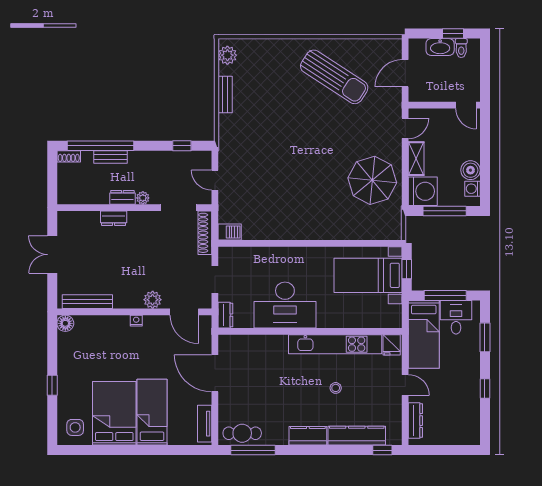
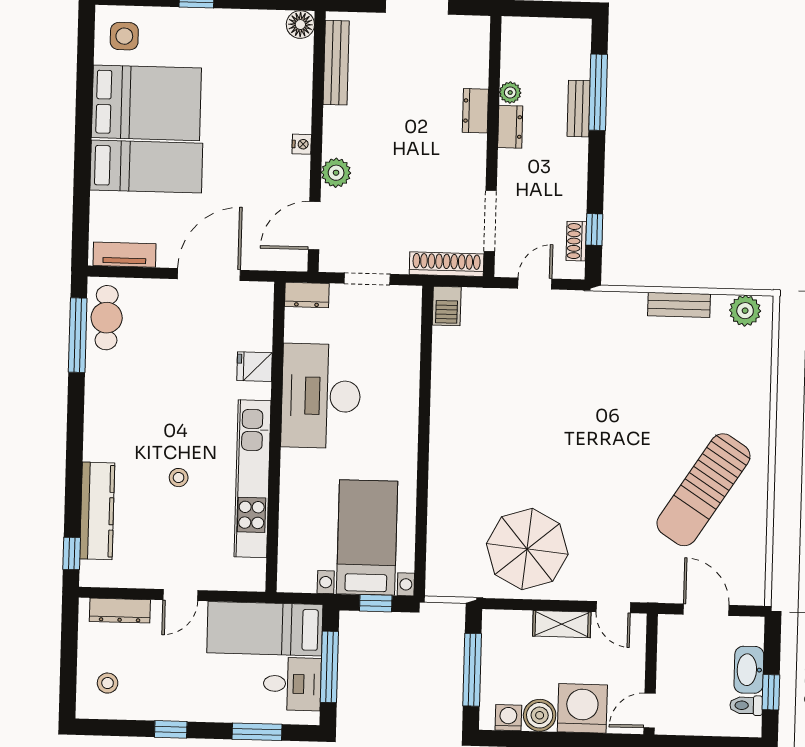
window: (101, 146) -> (598, 92), width x0.68
shoe rack: (69, 156) -> (576, 241), moved
washing machine: (423, 191) -> (582, 708), moved, turned 180
plant: (143, 198) -> (510, 92), moved
fridge: (392, 345) -> (255, 367), moved
stool: (459, 427) -> (108, 683), added
kitchen counter: (308, 436) -> (99, 429), removed

